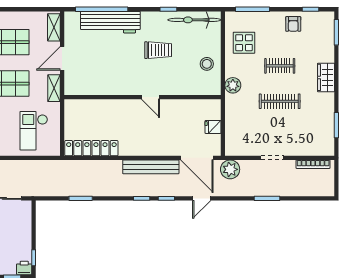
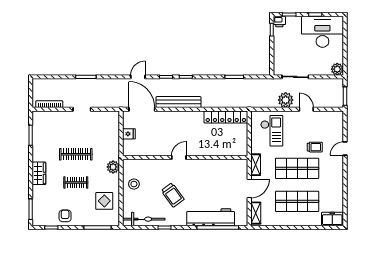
trolley: (158, 50) -> (173, 195), turned -126
door: (150, 97) -> (179, 158), hinge flipped
plant: (230, 169) -> (286, 100), moved

